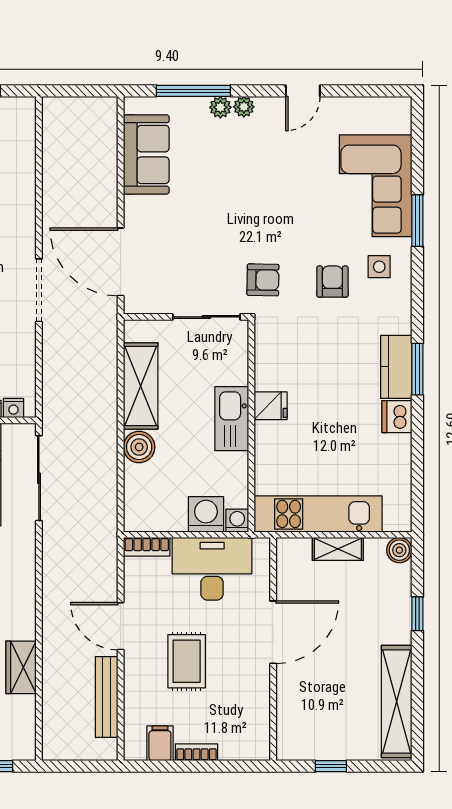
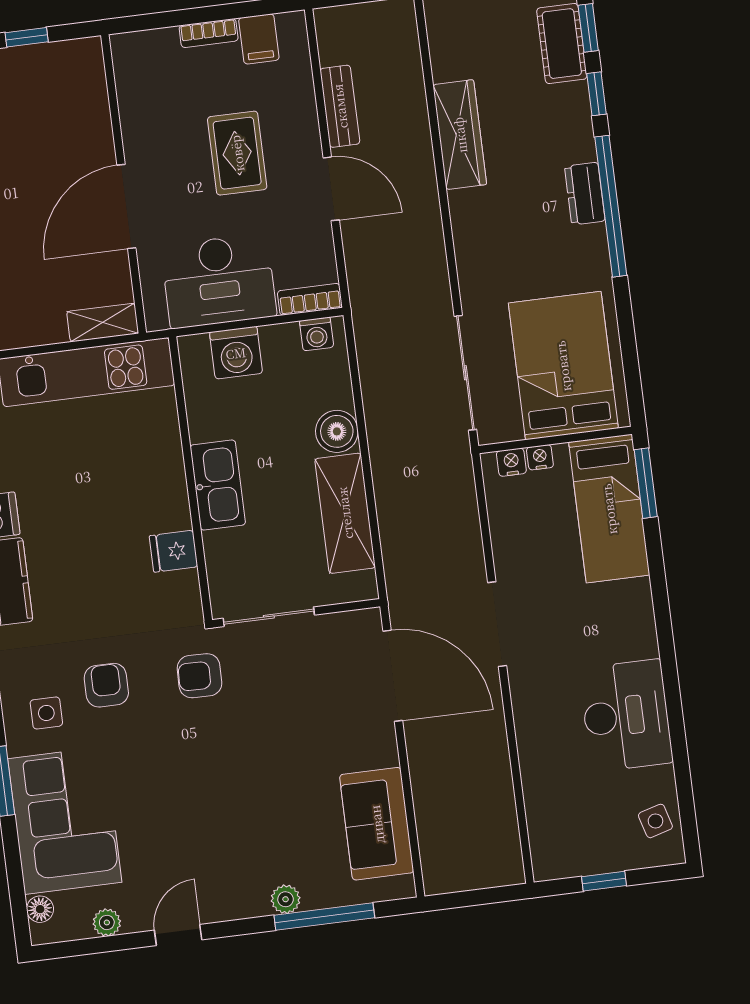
plant: (244, 107) -> (107, 922), moved
floor lamp: (402, 123) -> (40, 909), added
armchair: (332, 282) -> (106, 685), turned 180
fridge: (271, 406) -> (173, 551), moved
washing machine: (237, 521) -> (317, 334), moved
shelving: (338, 549) -> (103, 323), moved
wardrobe: (21, 667) -> (460, 135), width x1.50
bench: (107, 697) -> (340, 106), width x0.73

